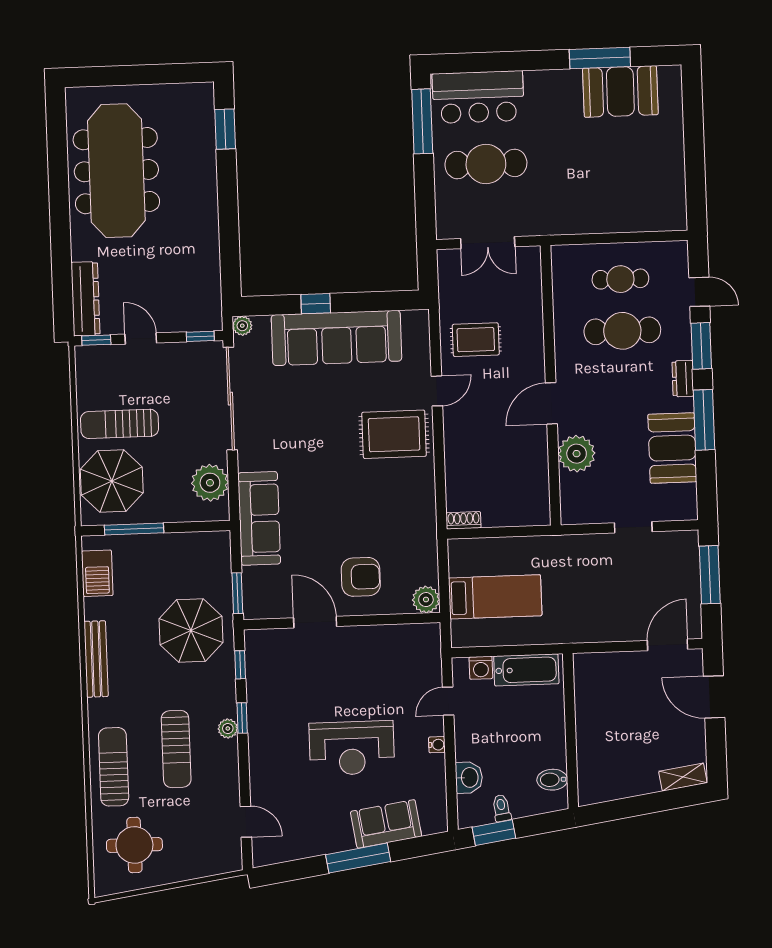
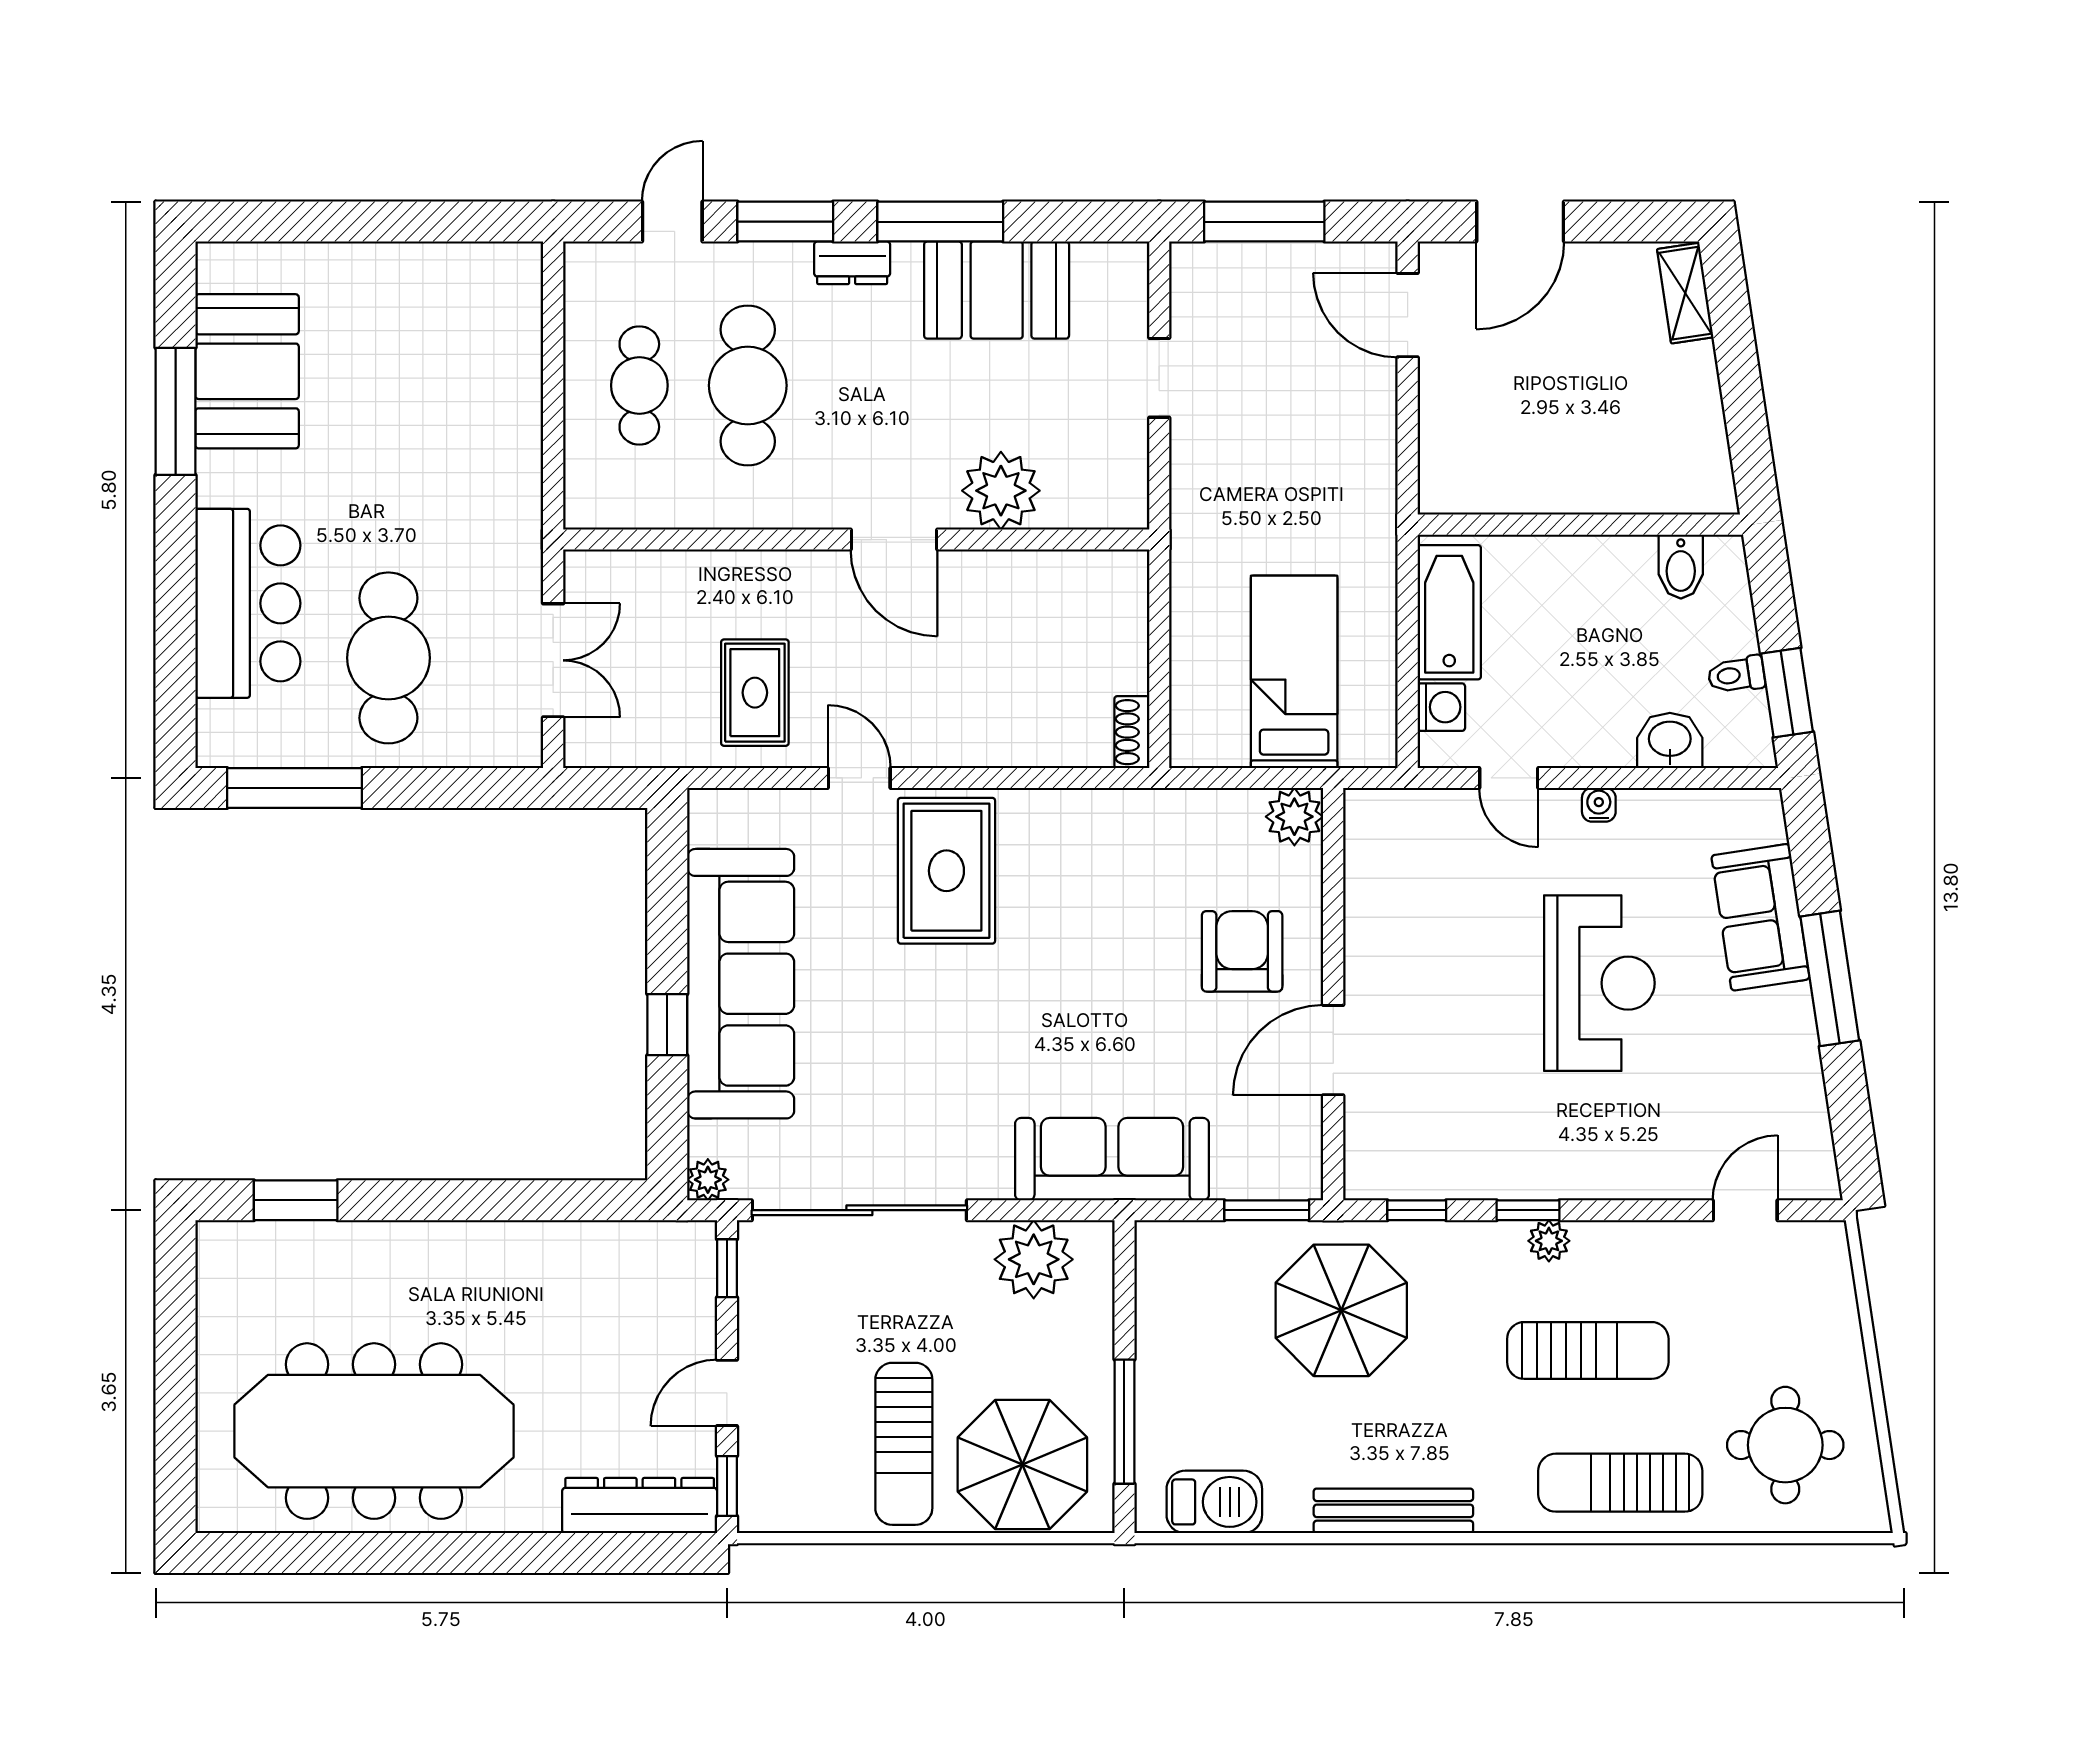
bar counter: (478, 97) -> (248, 603), moved

